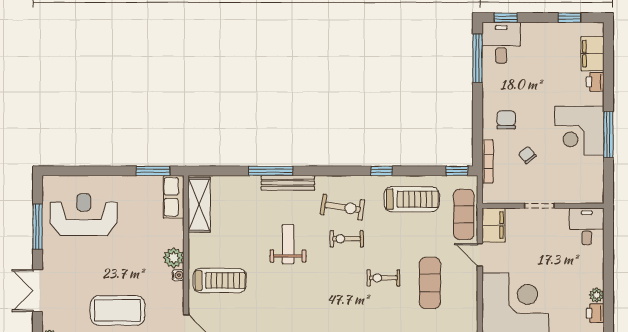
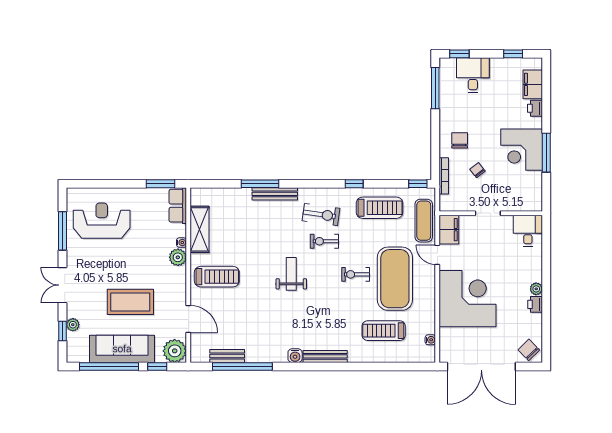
desk: (501, 43) -> (473, 75), moved
shelving: (199, 205) -> (199, 229), moved
weight bench: (288, 244) -> (291, 274), moved
water cooler: (178, 275) -> (182, 243), moved
exercise mat: (430, 283) -> (395, 279), width x2.00, depth x1.45

